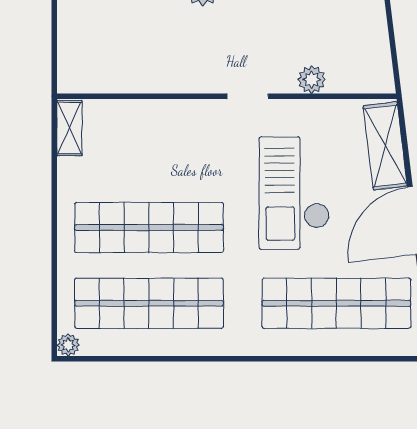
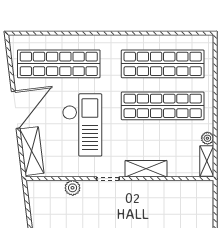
shelving: (179, 114) -> (146, 169), added
plant: (68, 345) -> (207, 138), moved

